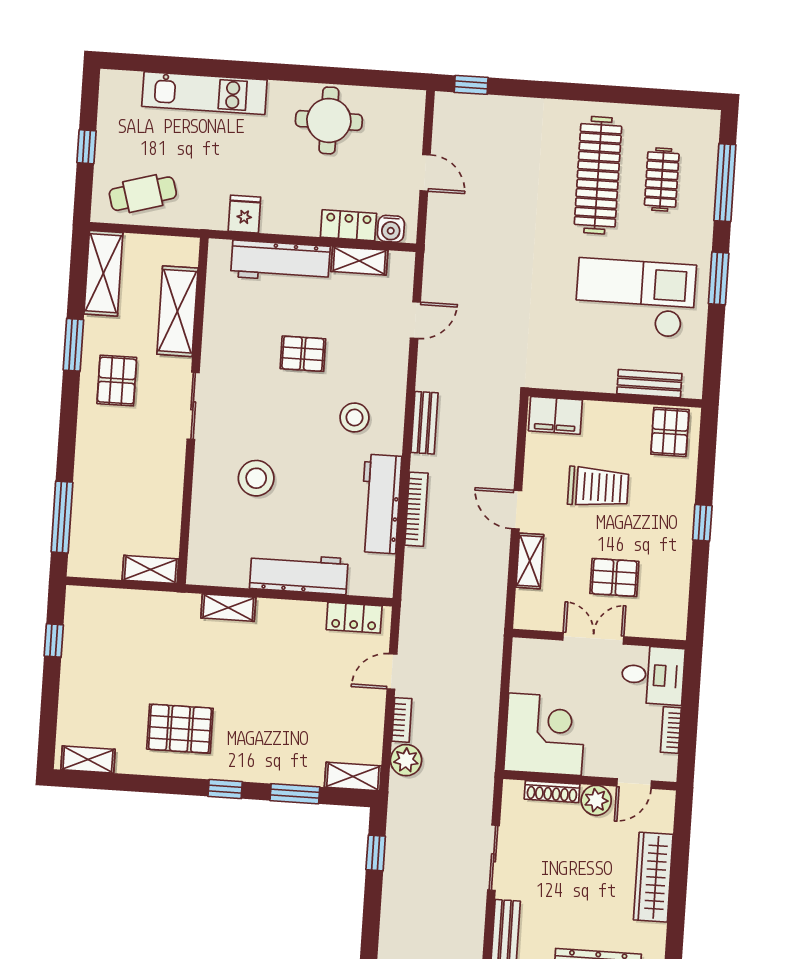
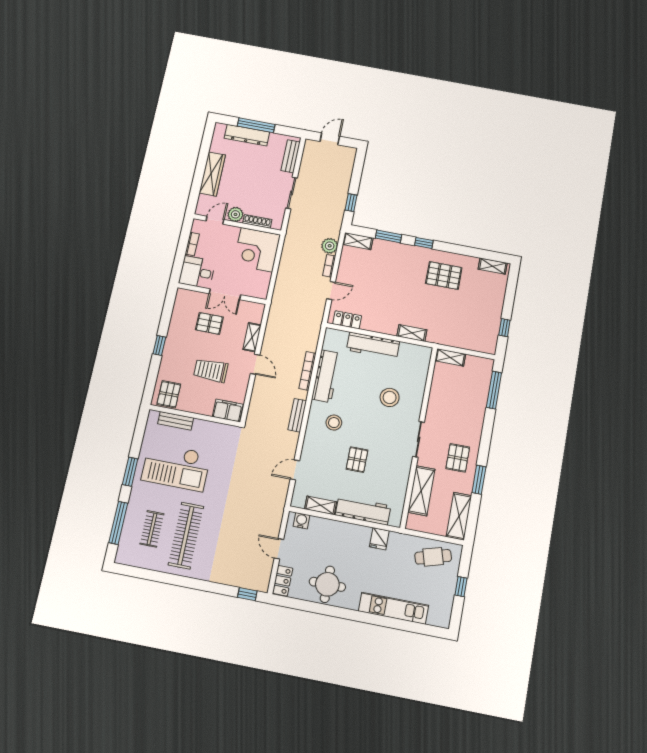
locker: (348, 225) -> (283, 581), moved, turned -90
pallet: (303, 354) -> (357, 460), turned 90

